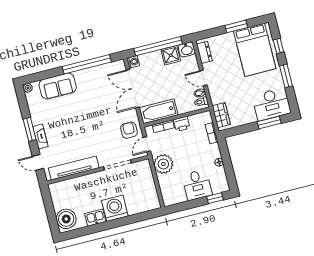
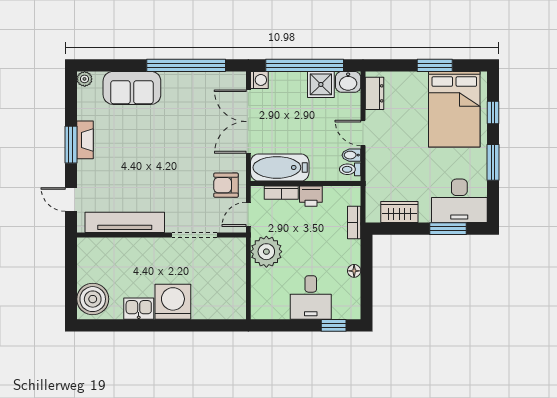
wardrobe: (221, 115) -> (399, 212), moved, turned -90
armchair: (129, 130) -> (226, 185), turned -90
fireplace: (40, 137) -> (85, 140), moved

